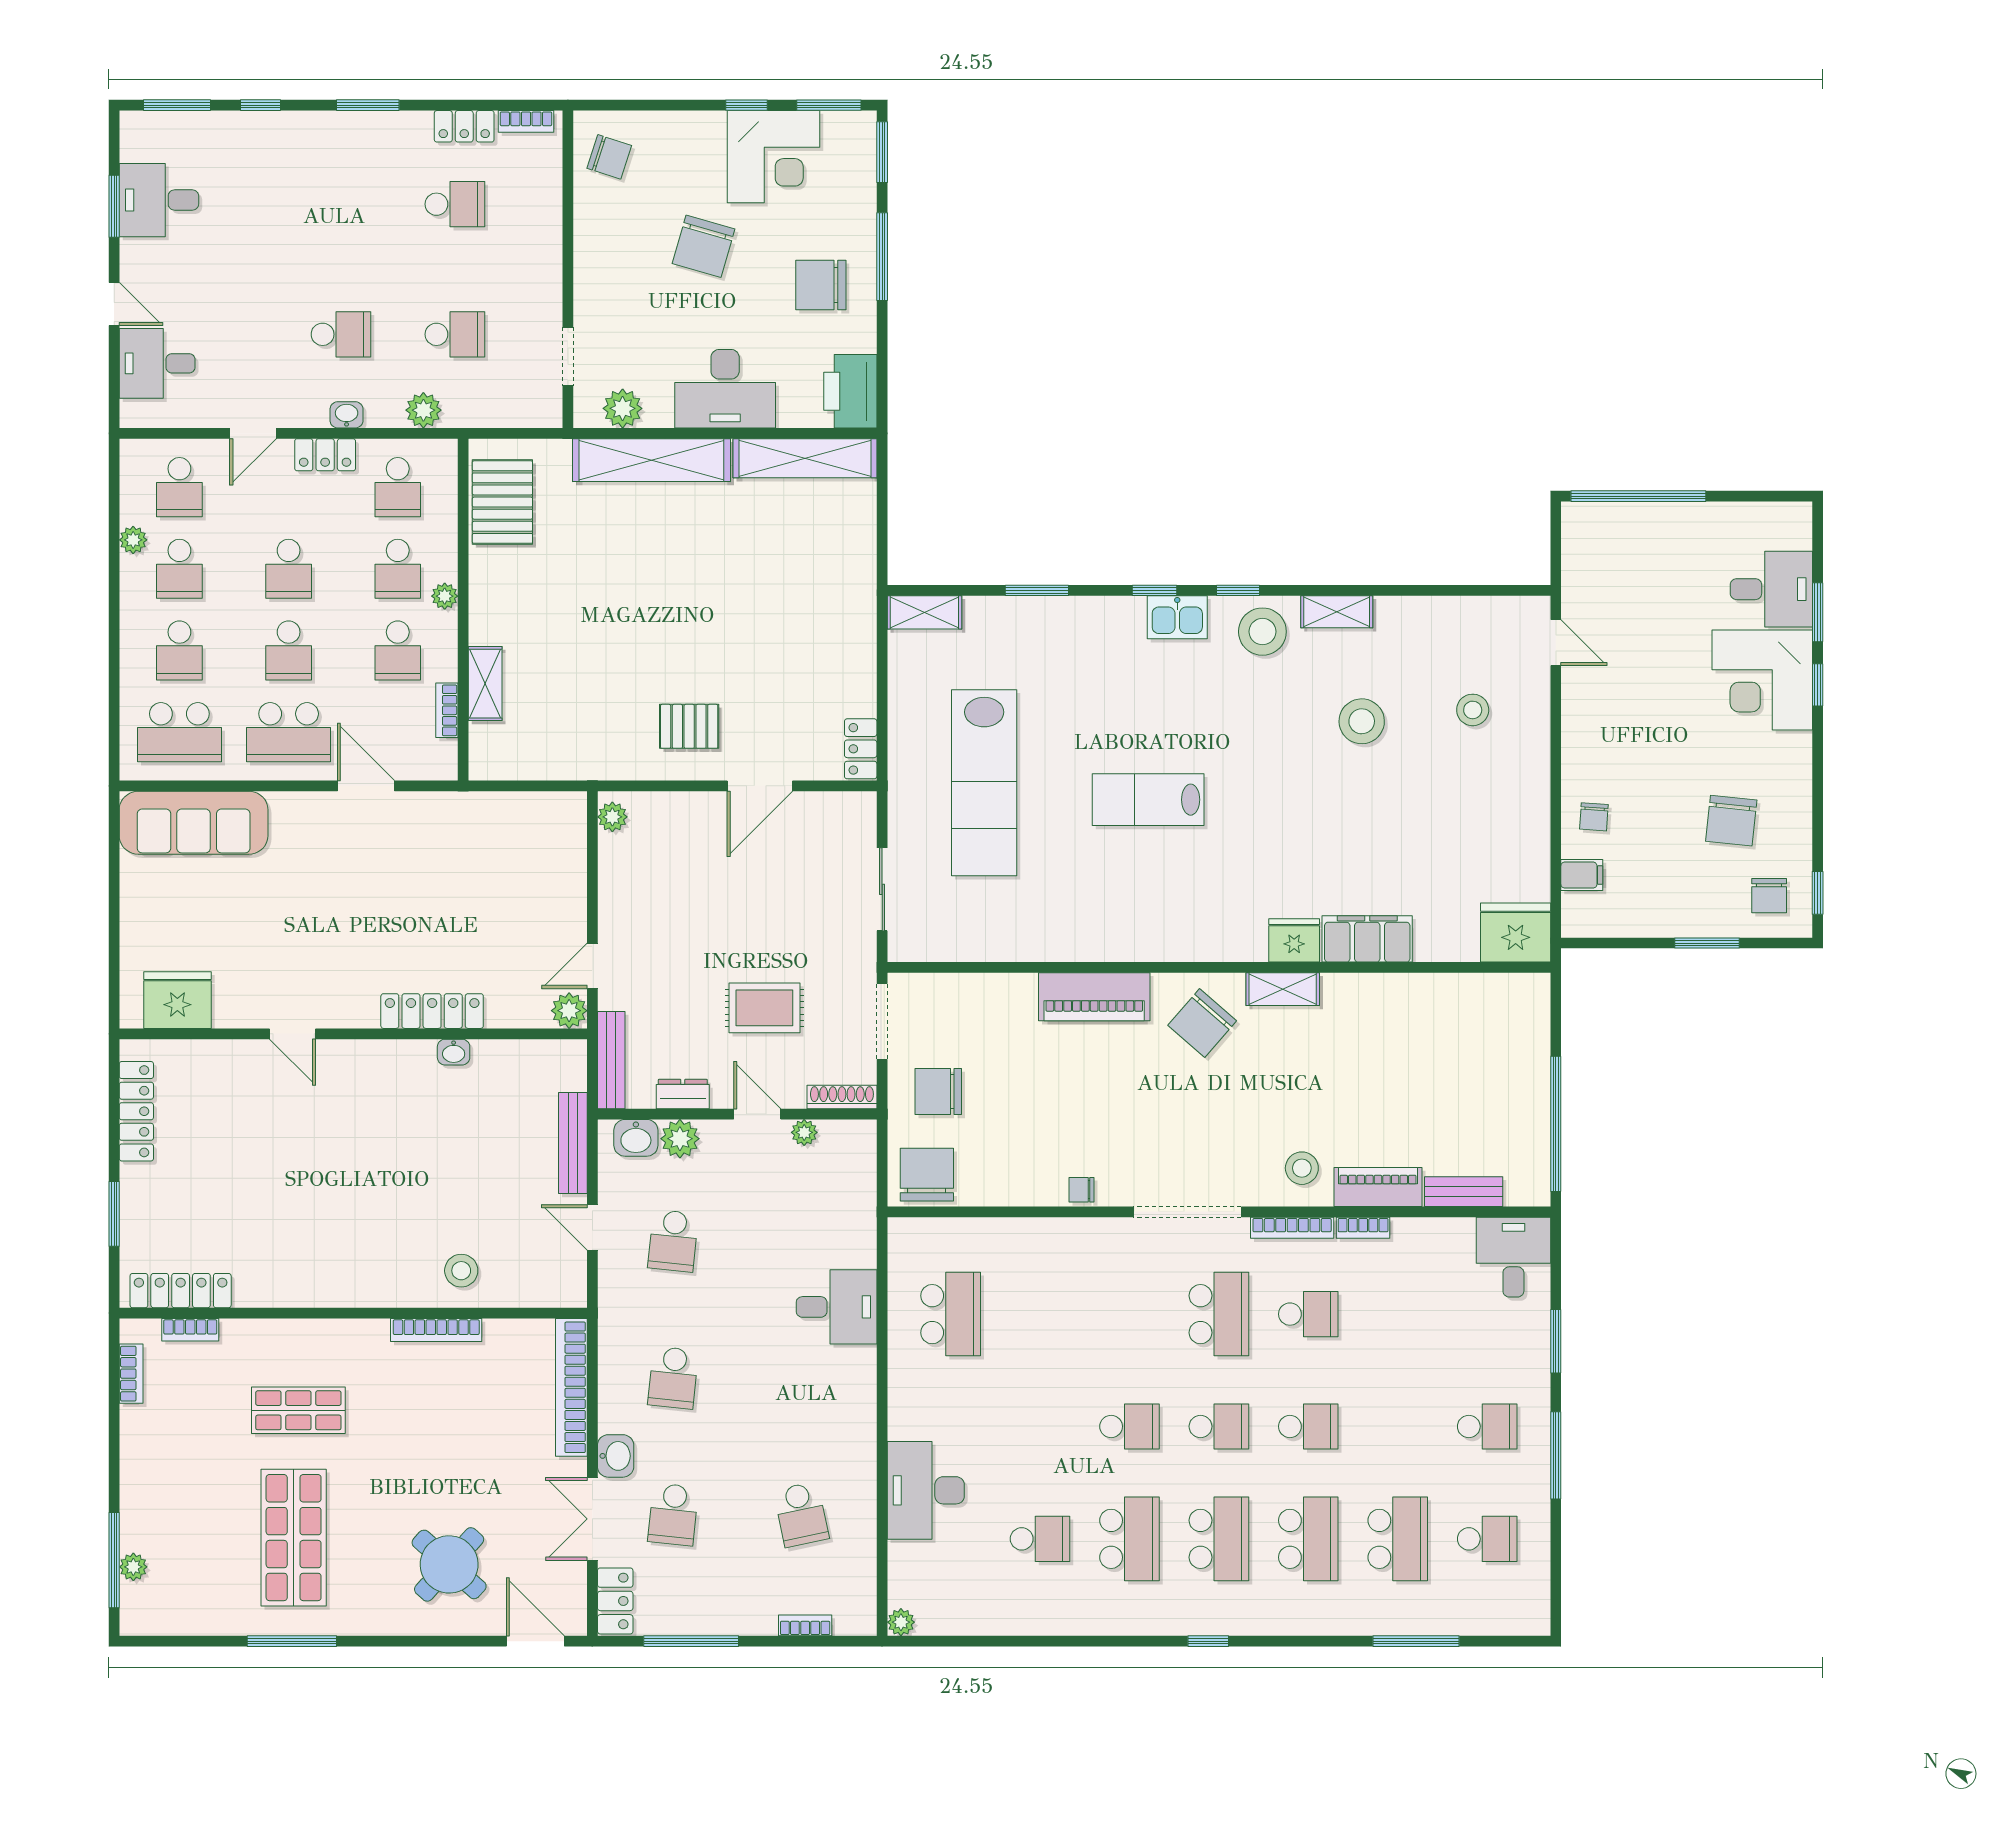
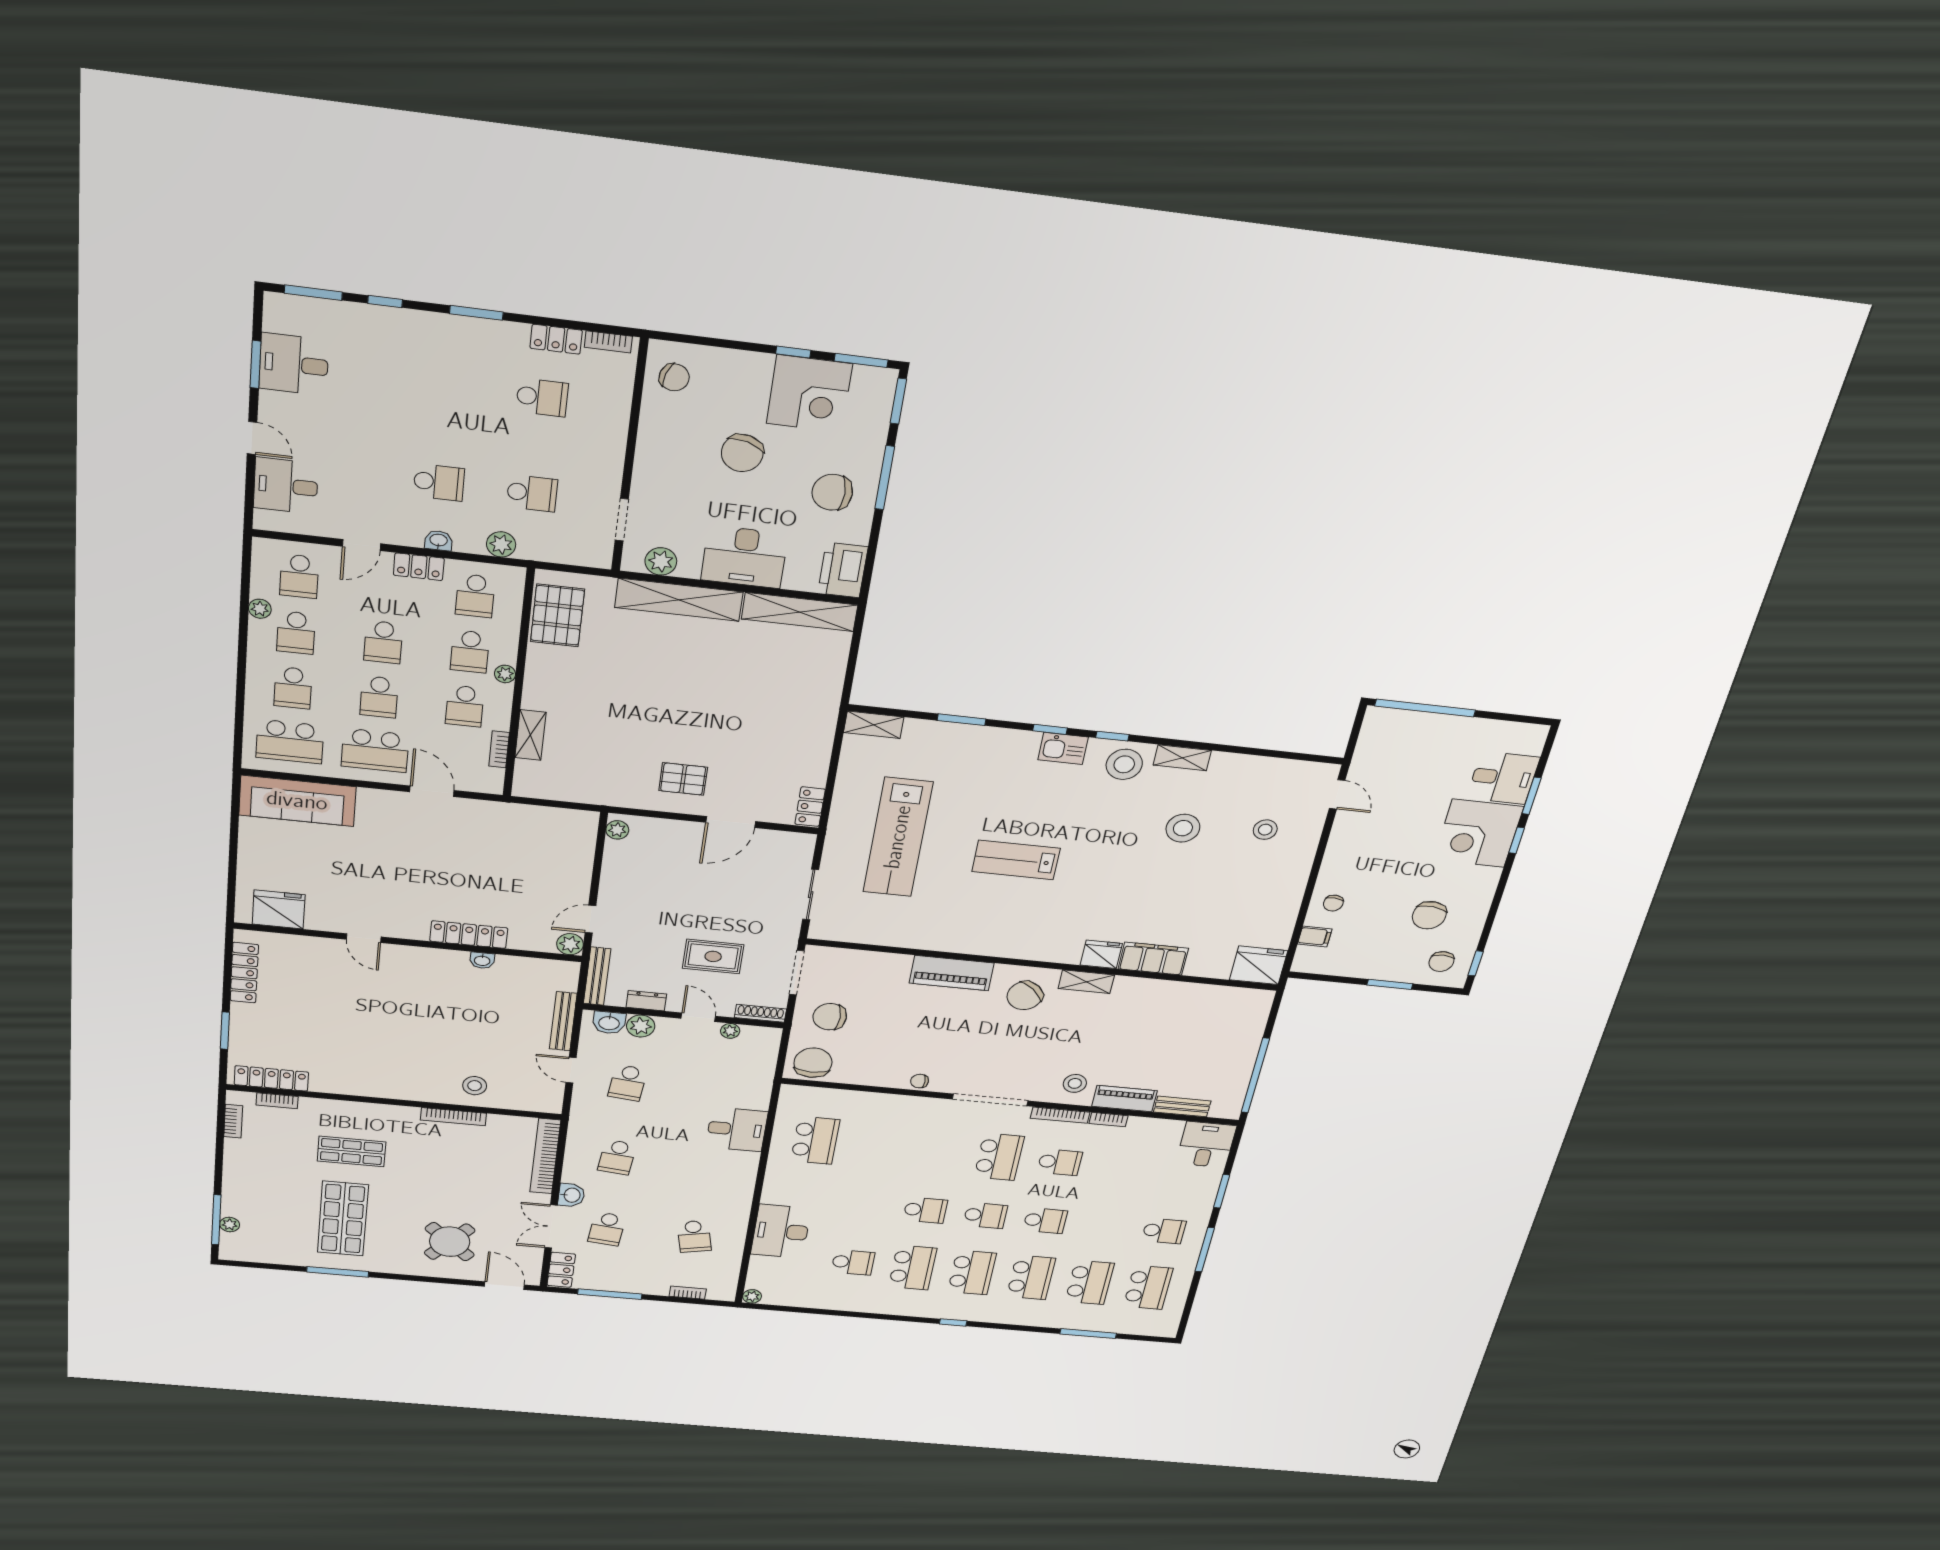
school desk: (1487, 1539) -> (1148, 1287), width x1.85

